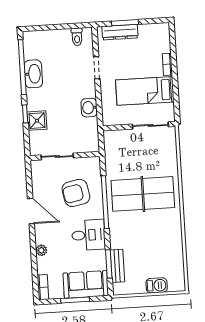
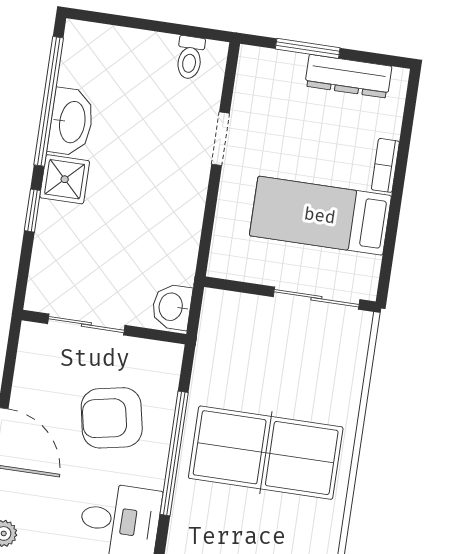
dresser: (120, 32) -> (348, 76), moved
washbasin: (89, 108) -> (172, 307), moved
shower: (37, 121) -> (65, 179), moved

